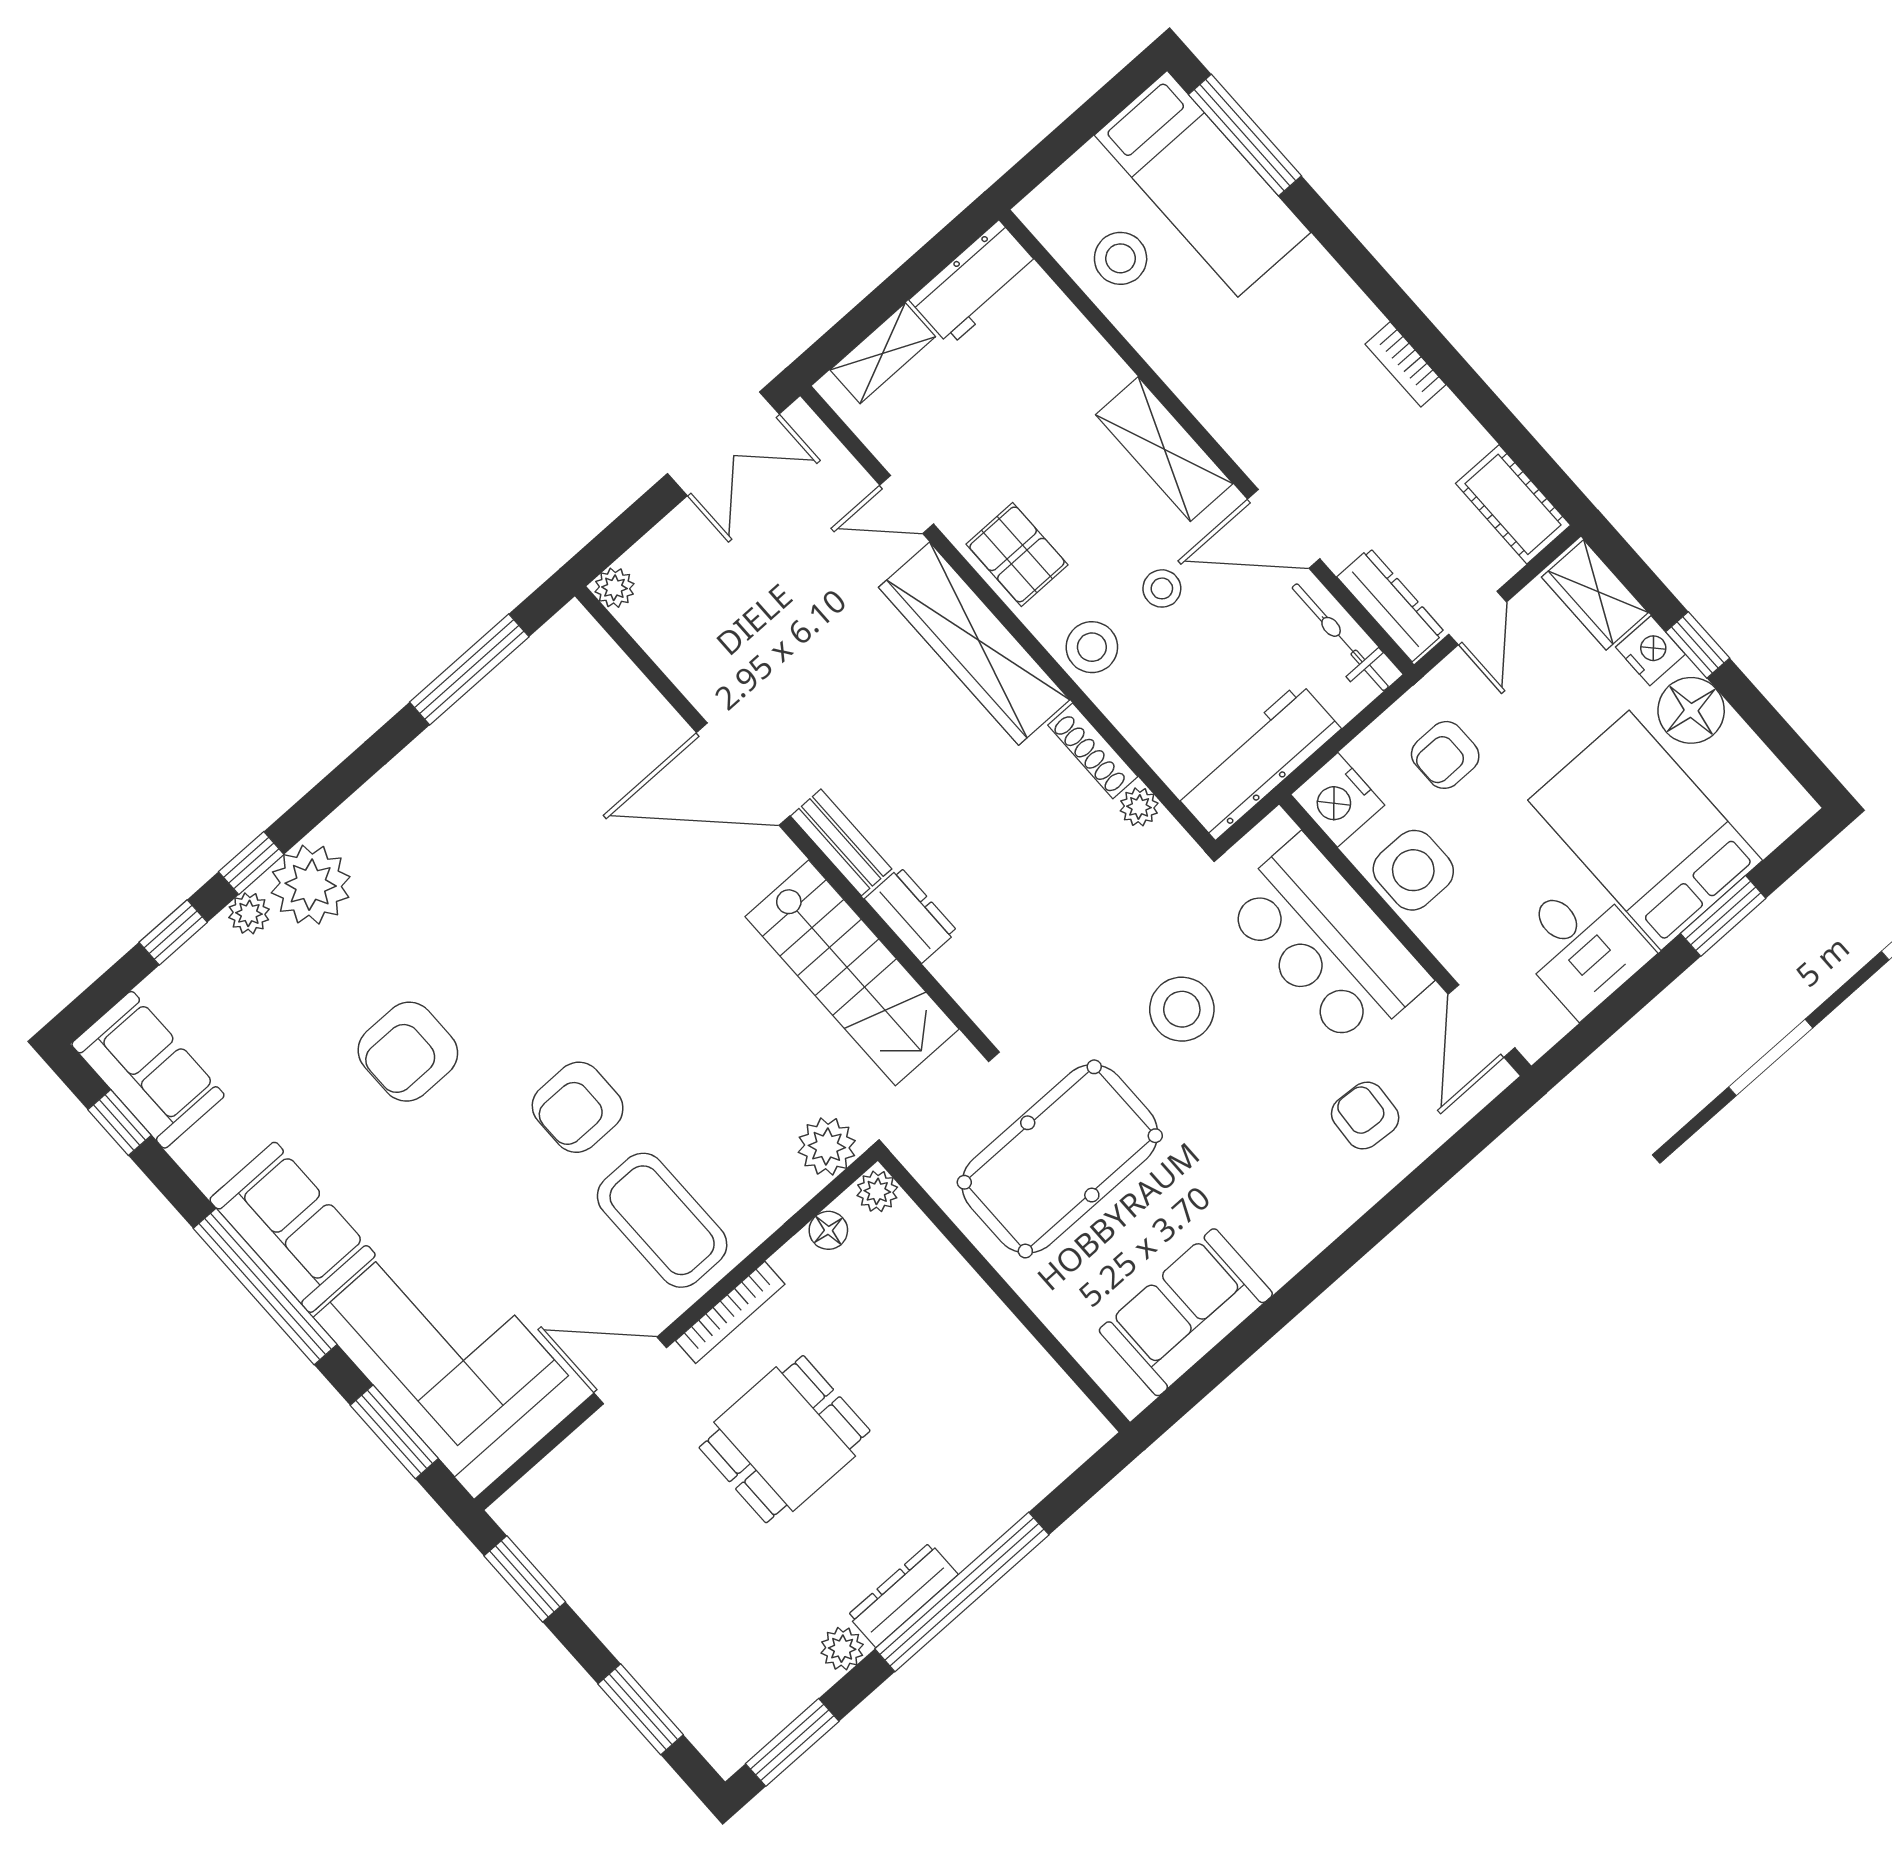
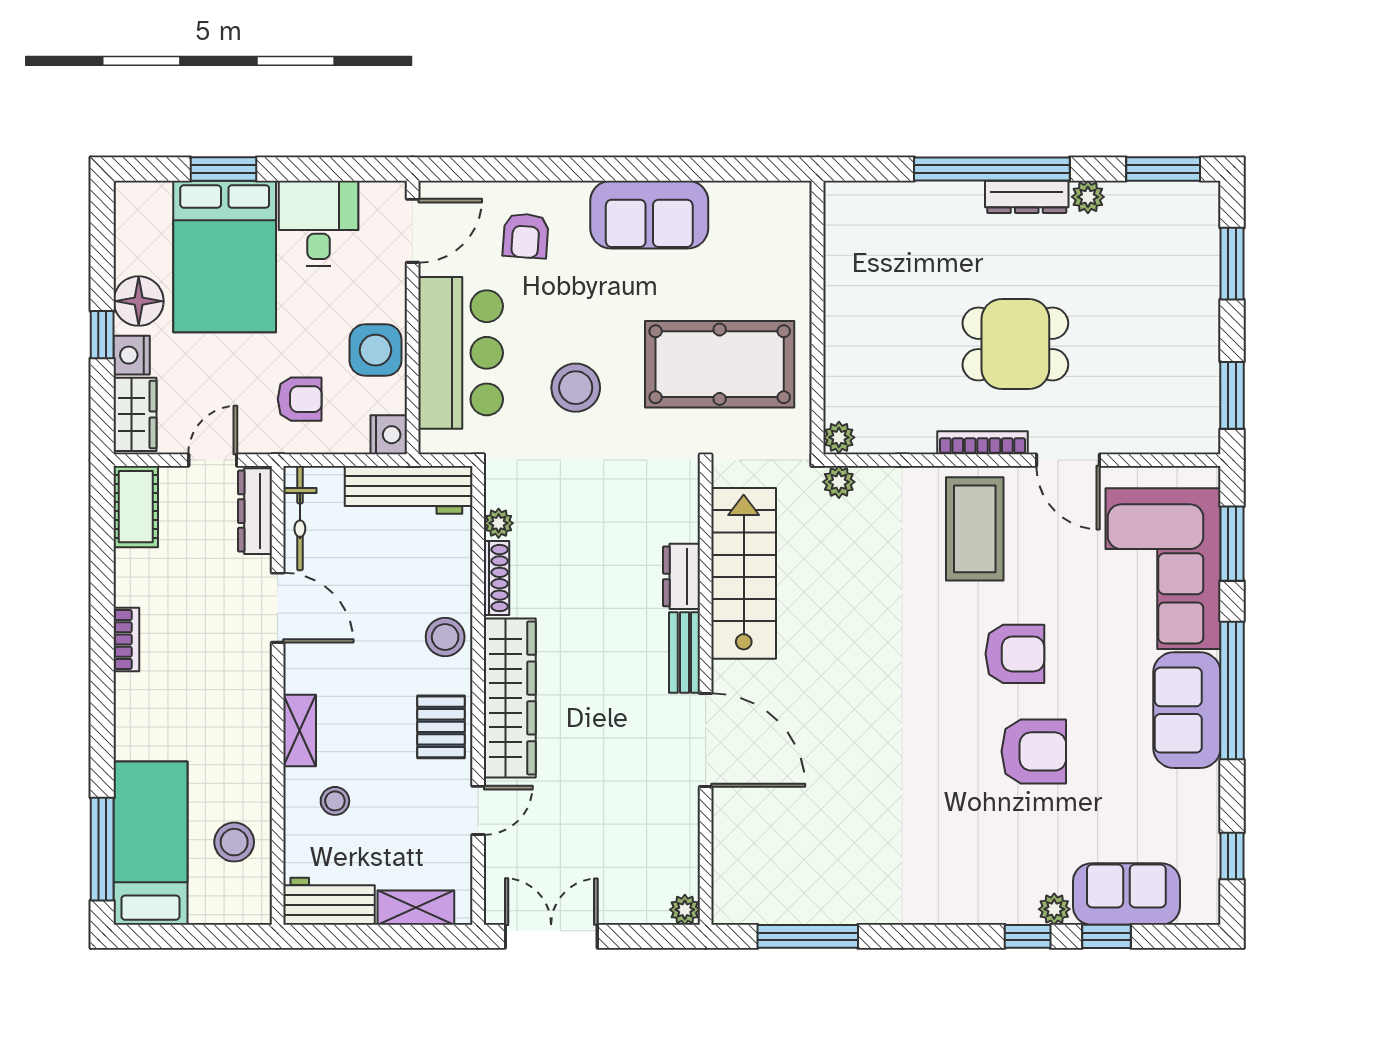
shelving: (1164, 449) -> (300, 731), width x0.67, depth x0.75
door: (907, 504) -> (478, 810), hinge flipped
stool: (1162, 588) -> (335, 801), moved
nightstand: (1338, 800) -> (389, 435), width x0.74, depth x0.75
plant: (311, 885) -> (1005, 894), removed
sofa: (148, 1070) -> (1126, 894), moved, turned 90
armchair: (578, 1107) -> (1015, 654), moved
plant: (827, 1146) -> (839, 482), width x0.73, depth x0.73
floor lamp: (828, 1230) -> (886, 440), removed
sofa: (1186, 1312) -> (649, 215), moved

